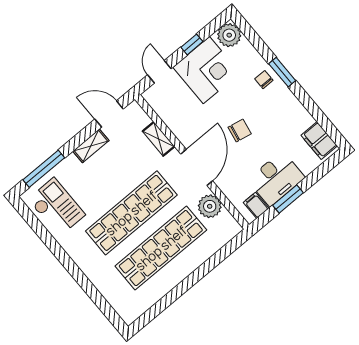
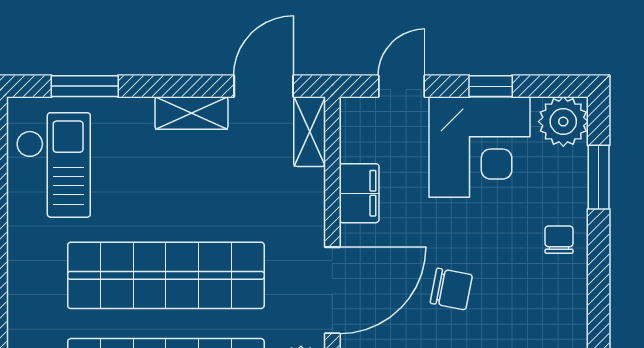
window: (282, 72) -> (599, 177), moved
door: (109, 114) -> (264, 86), hinge flipped
filing cabinet: (177, 124) -> (359, 193), added
shelving: (159, 139) -> (310, 132), moved
window: (44, 169) -> (85, 86), width x0.69

